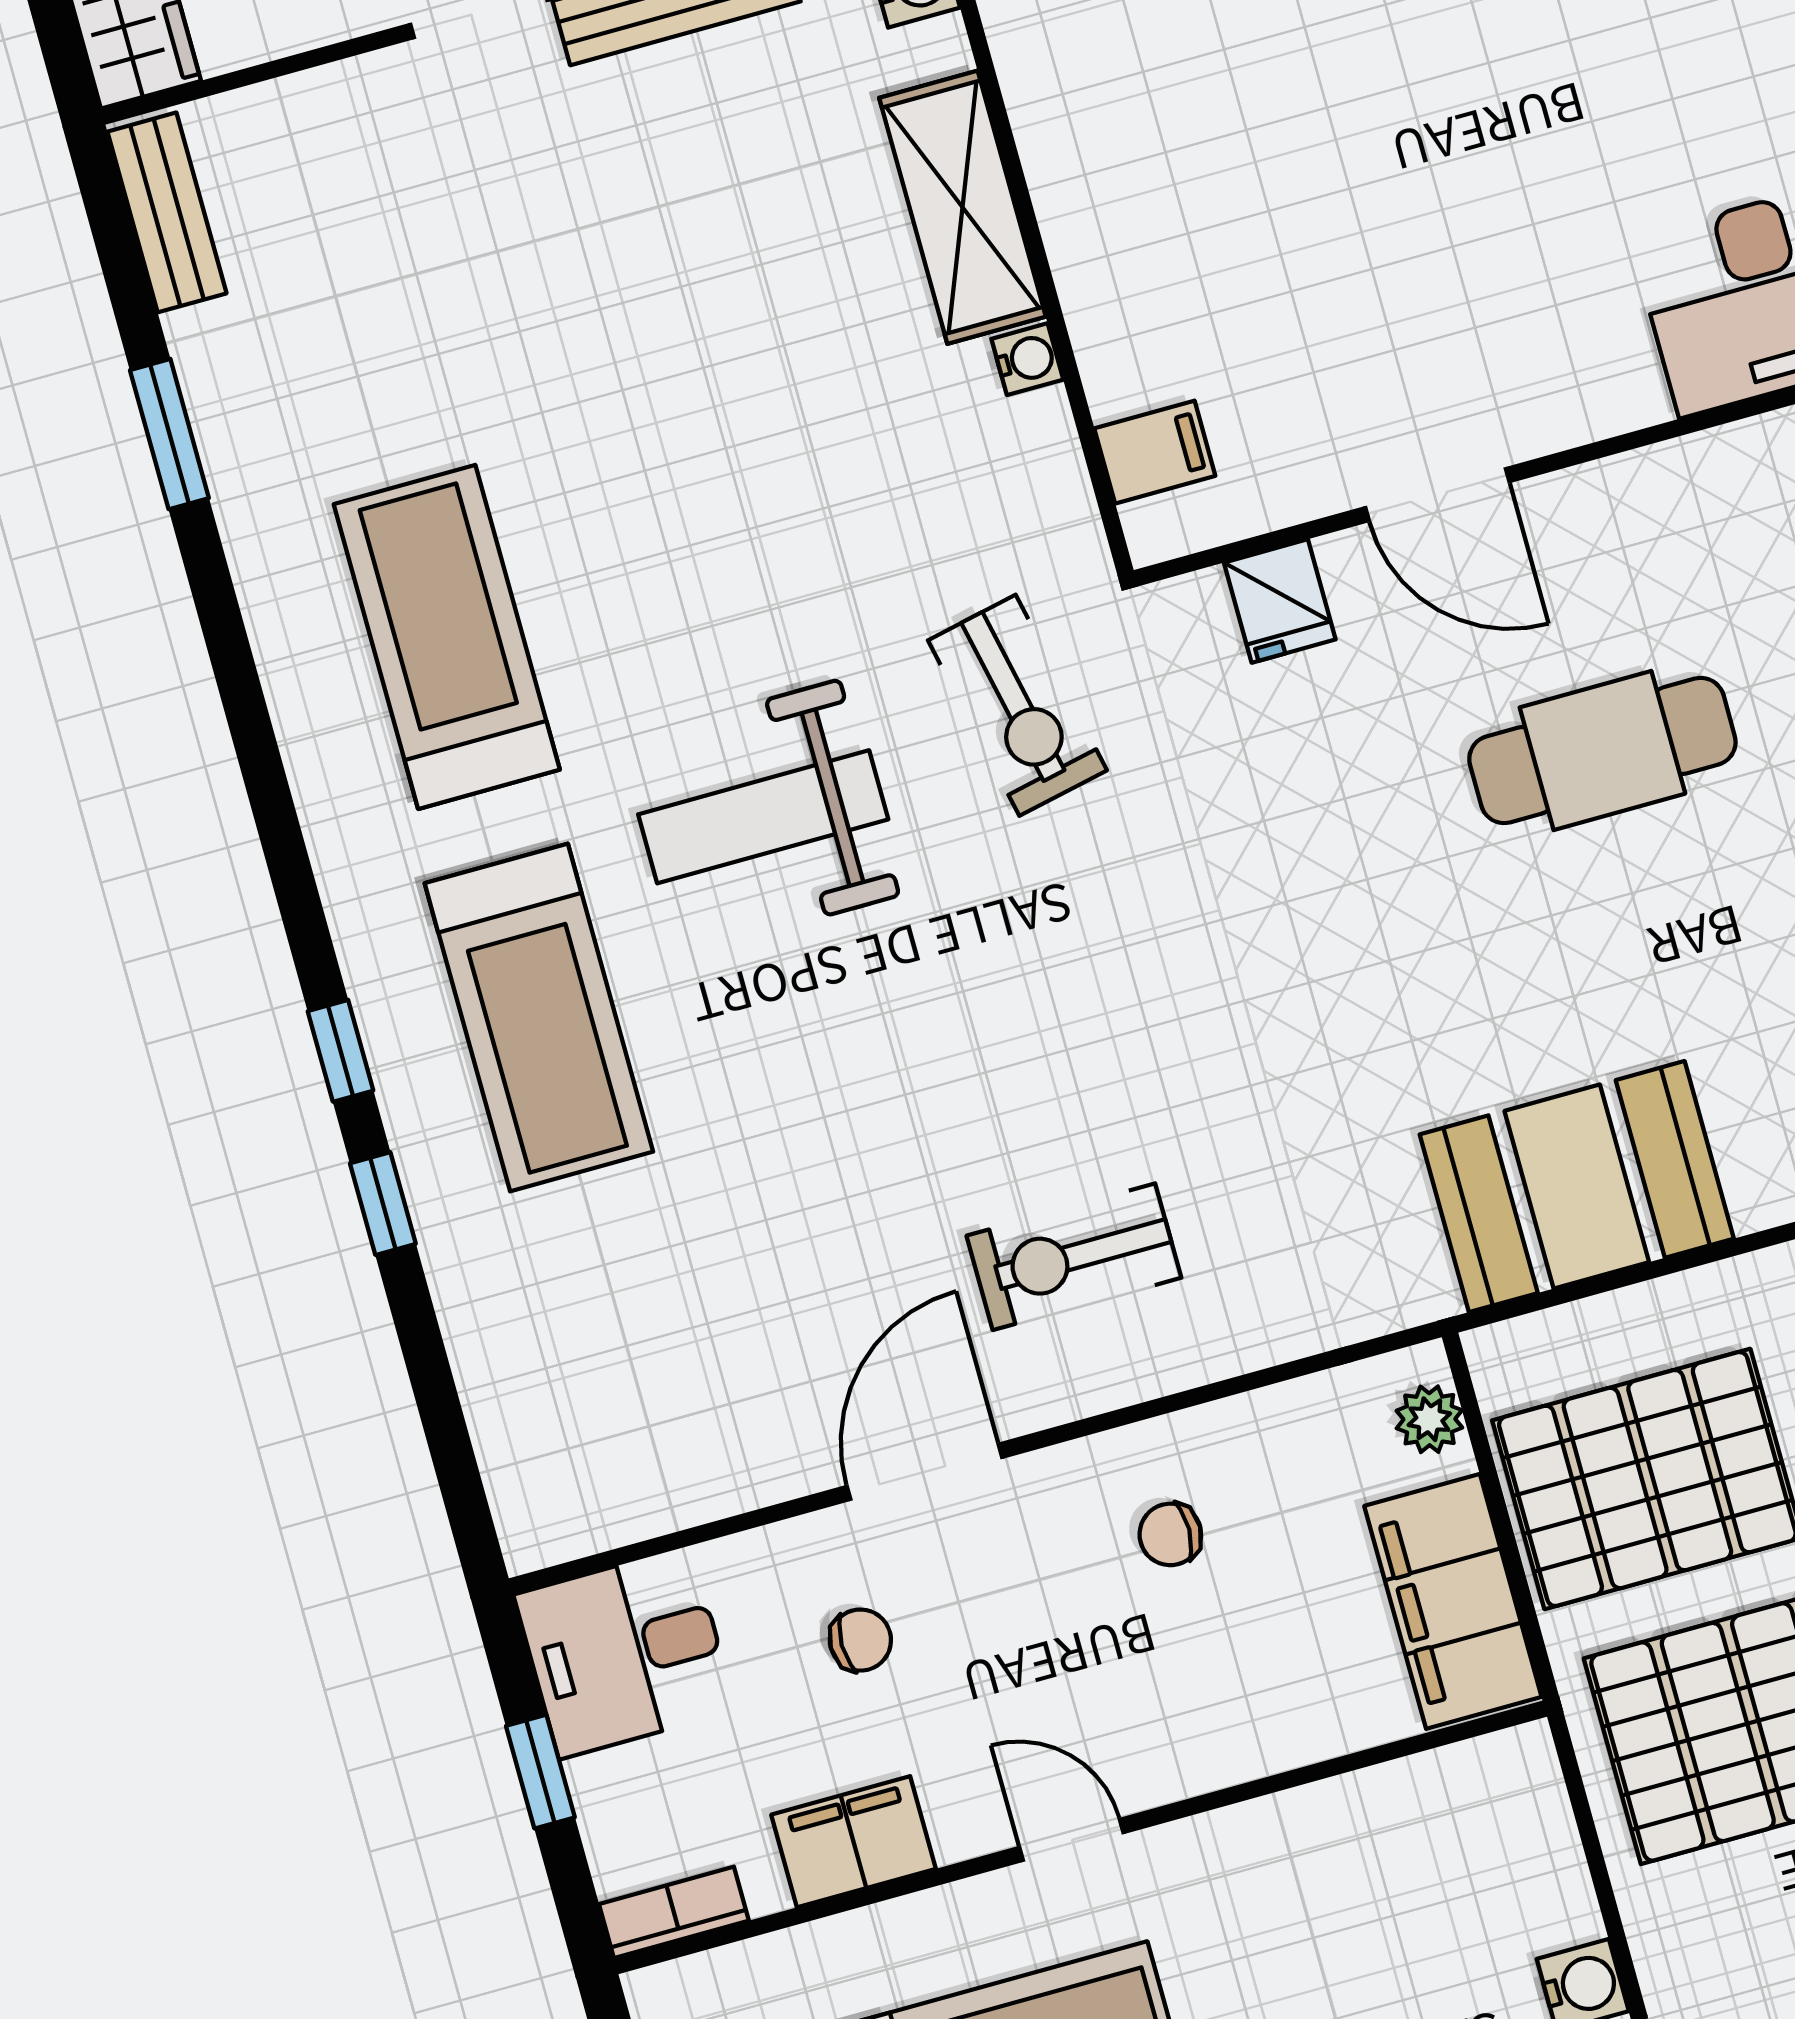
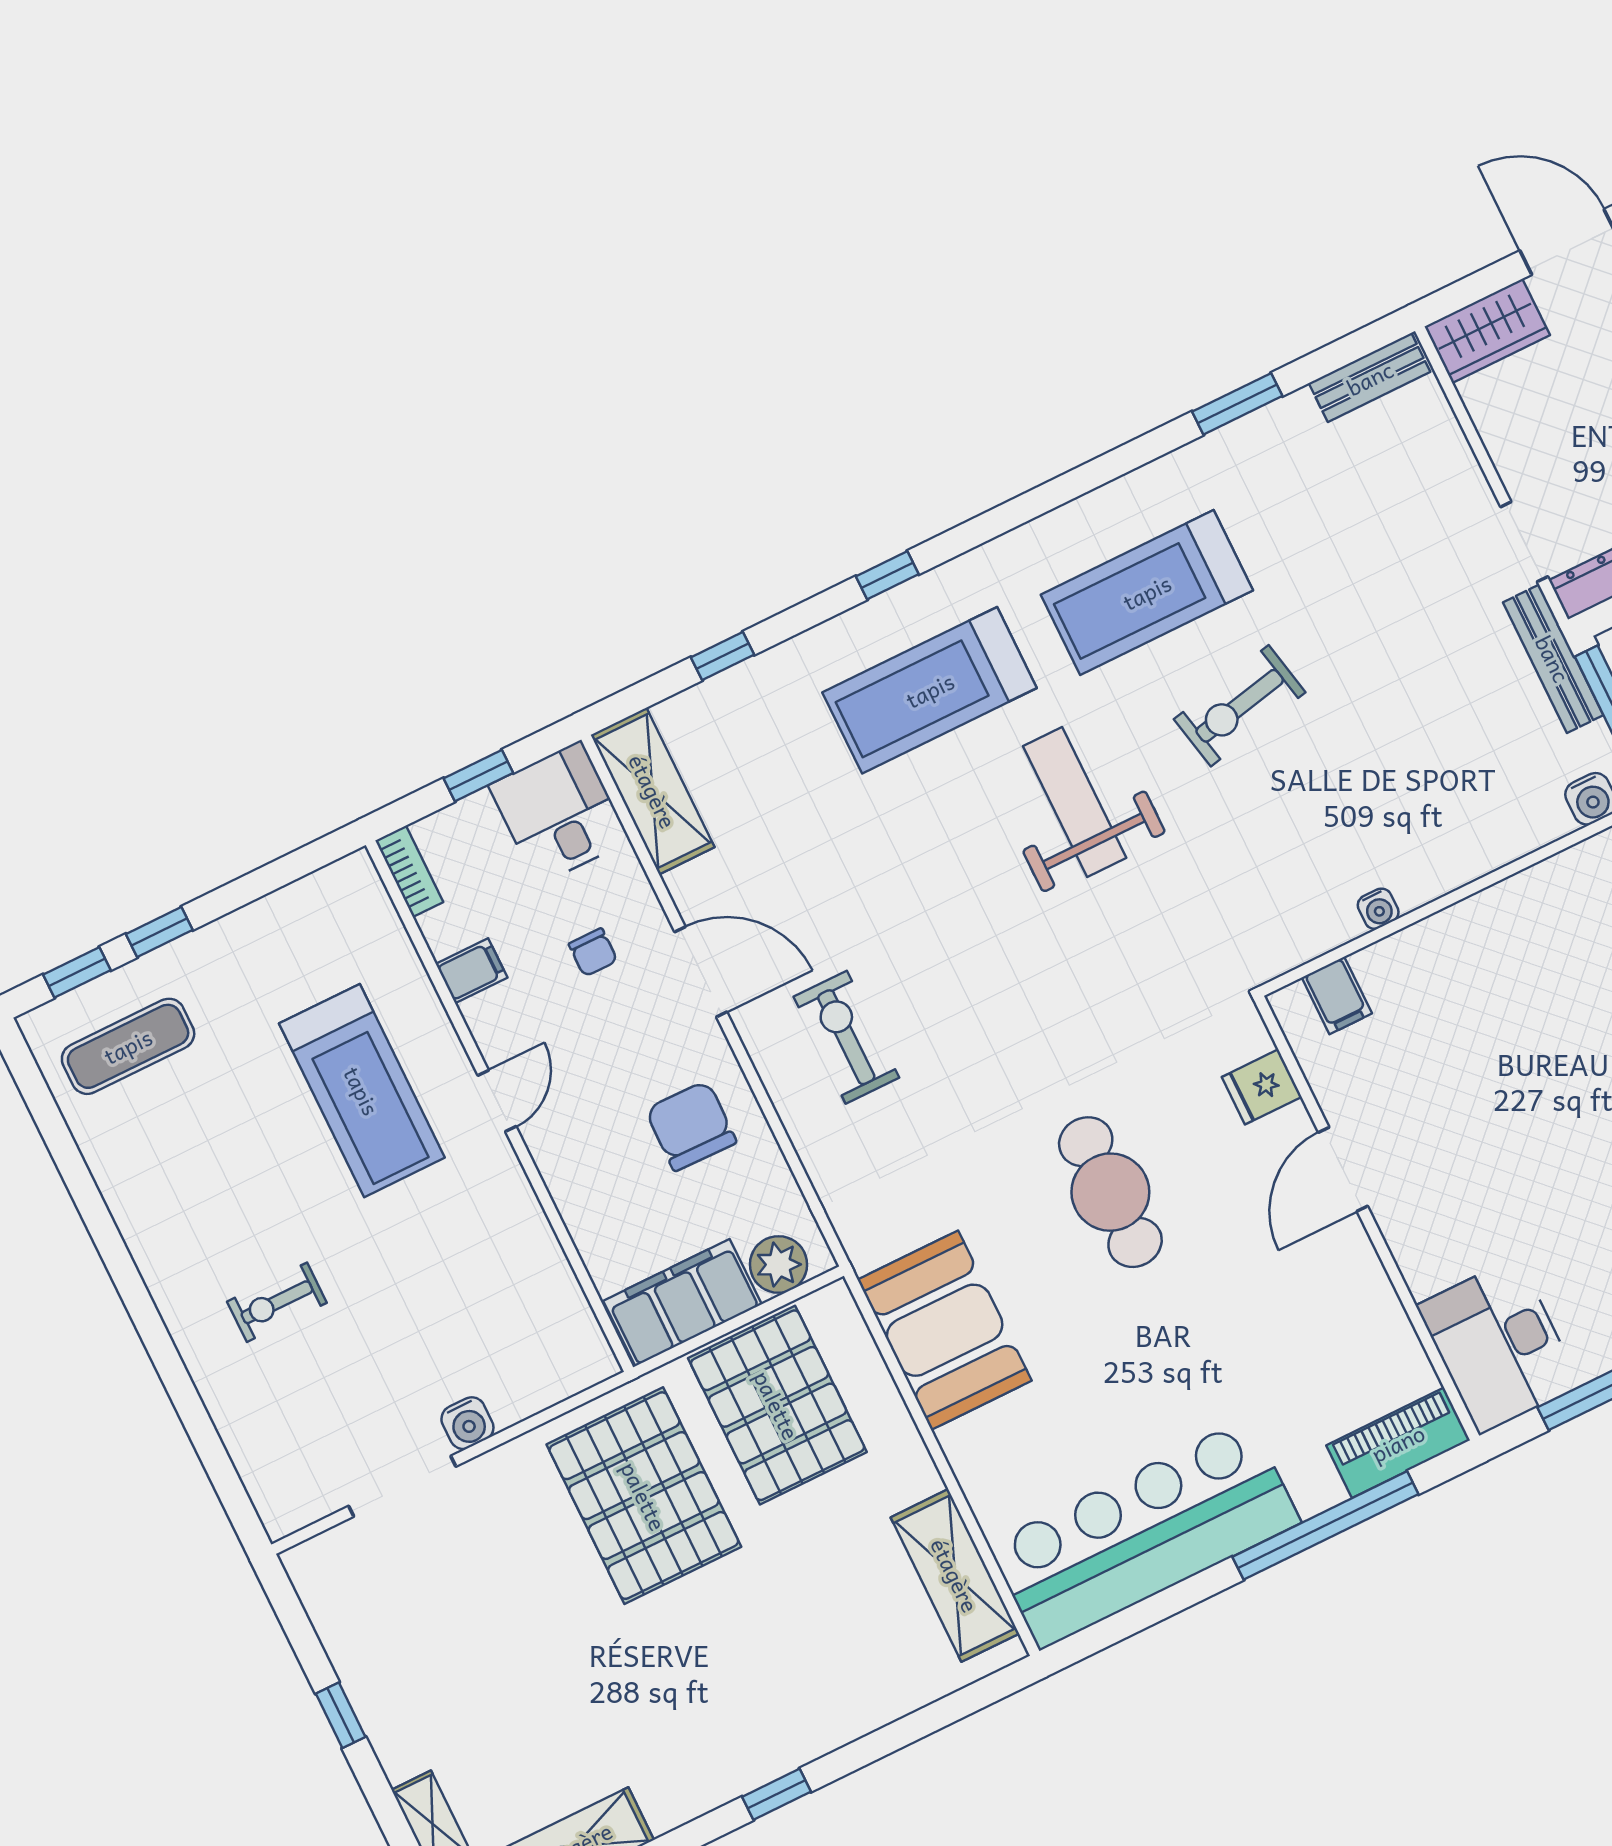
shelving: (962, 207) -> (653, 791), moved, turned 90
treadmill: (447, 637) -> (1147, 592), turned 180
exercise bike: (1017, 705) -> (1240, 706), moved
cafe table: (1602, 750) -> (1110, 1192), moved
window: (383, 1204) -> (723, 656), moved
plant: (1429, 1419) -> (778, 1264), width x1.38, depth x1.38
chair: (1170, 1534) -> (691, 1126), width x1.87, depth x1.87
filing cabinet: (854, 1842) -> (472, 971), width x0.50

